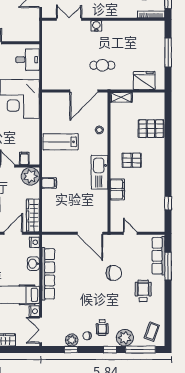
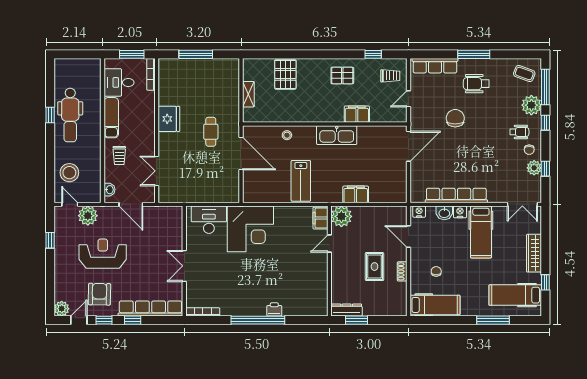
water cooler: (96, 26) -> (164, 139), removed
desk: (28, 60) -> (209, 220), width x1.37
fridge: (144, 81) -> (169, 119), moved, turned 180
shelving: (121, 97) -> (248, 94), moved
filing cabinet: (24, 158) -> (320, 218), width x2.00
pallet: (132, 160) -> (342, 76), moved, turned 90
filing cabinet: (49, 183) -> (356, 194), width x2.00
wardrobe: (33, 215) -> (387, 213), removed
trolley: (150, 218) -> (390, 76), added
window: (168, 266) -> (474, 54), moved
nightstand: (34, 311) -> (460, 212), moved

